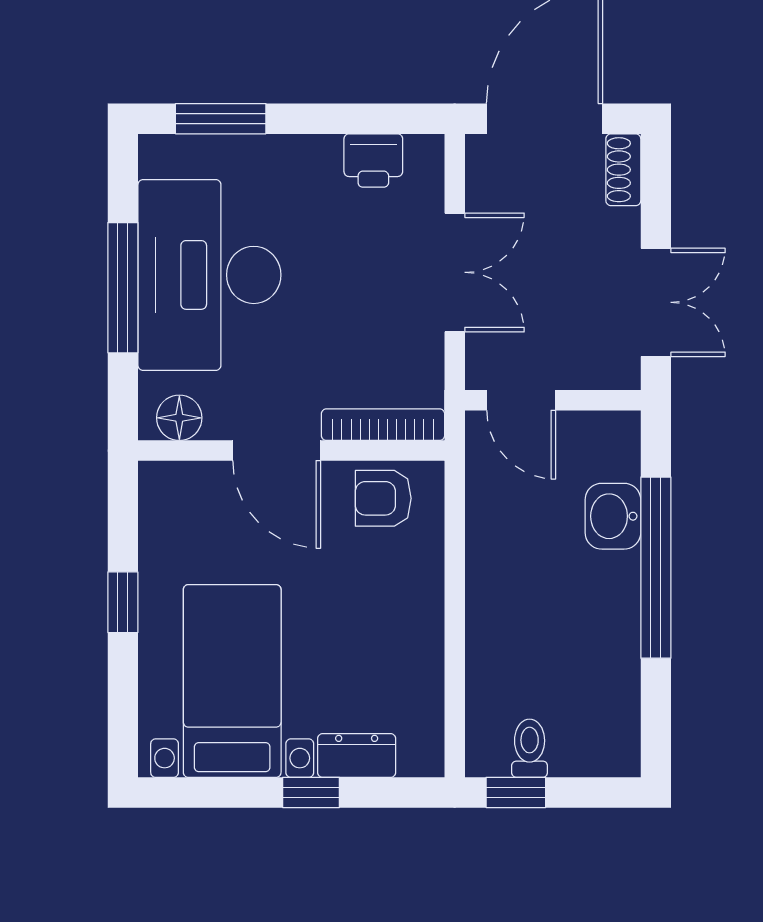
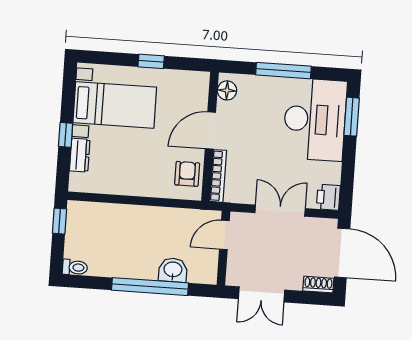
printer: (373, 160) -> (328, 197), moved
double door: (455, 272) -> (280, 211), swing flipped
desk: (209, 275) -> (315, 119), moved, turned 90
toilet: (530, 748) -> (75, 267), moved

